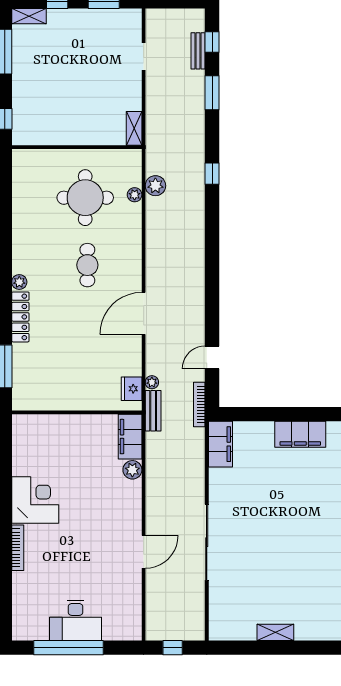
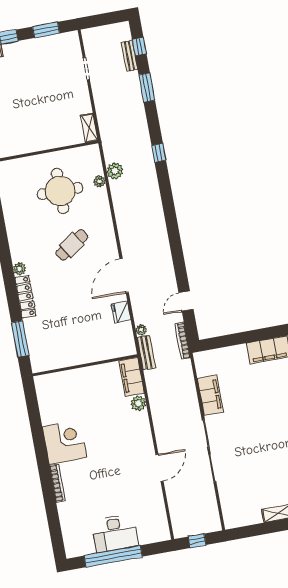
cafe table: (87, 265) -> (72, 245), turned 57
fridge: (132, 389) -> (121, 312), moved
filing cabinet: (220, 444) -> (210, 395), moved

